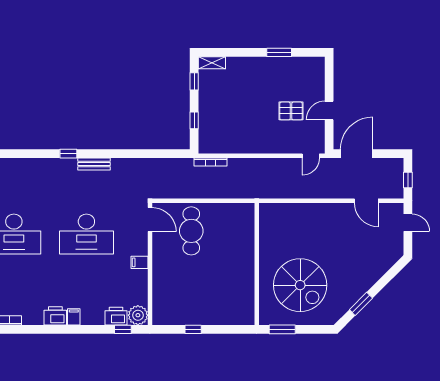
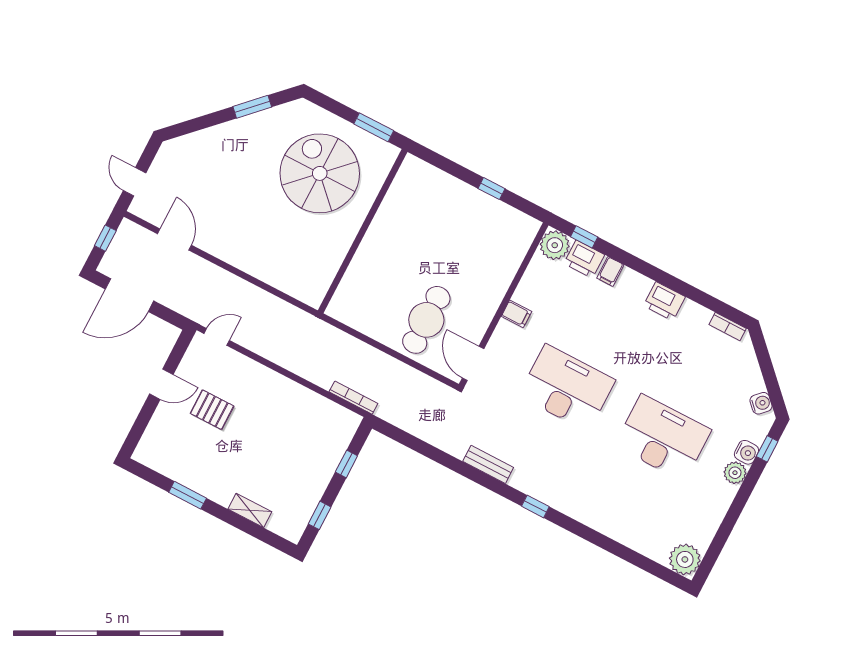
shelving: (212, 63) -> (250, 510), moved
door: (357, 154) -> (129, 295), moved
bench: (94, 164) -> (488, 464), moved
filing cabinet: (74, 317) -> (610, 271), moved

